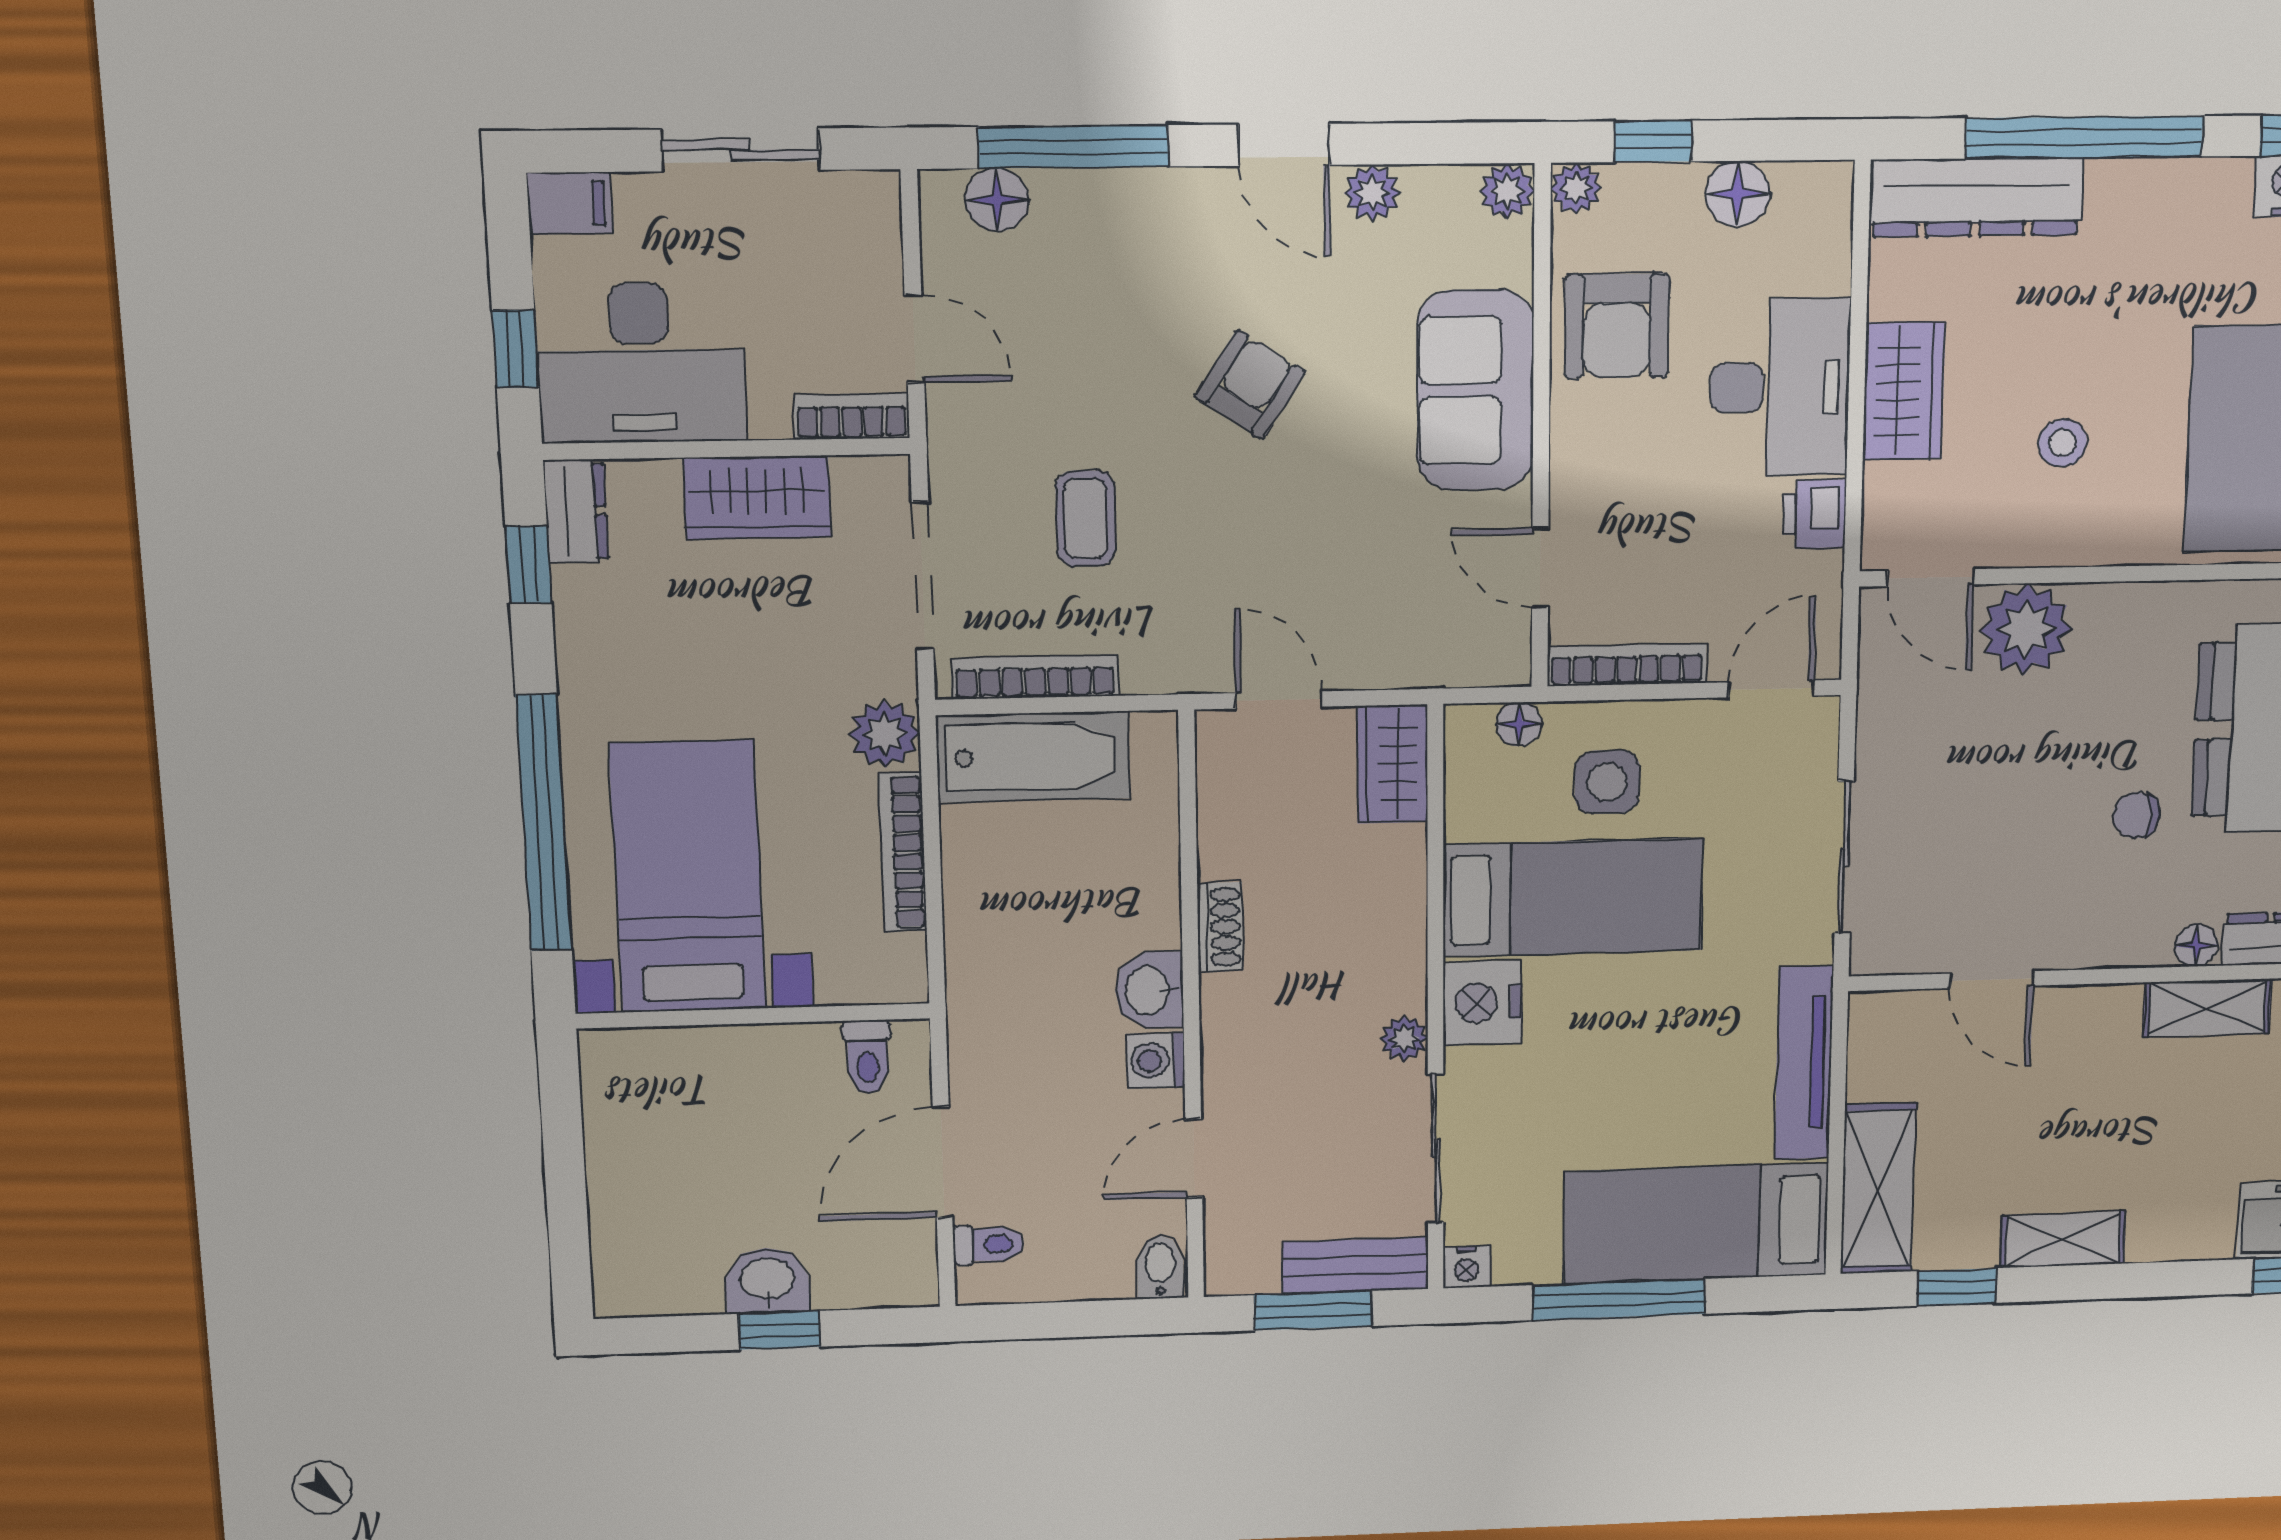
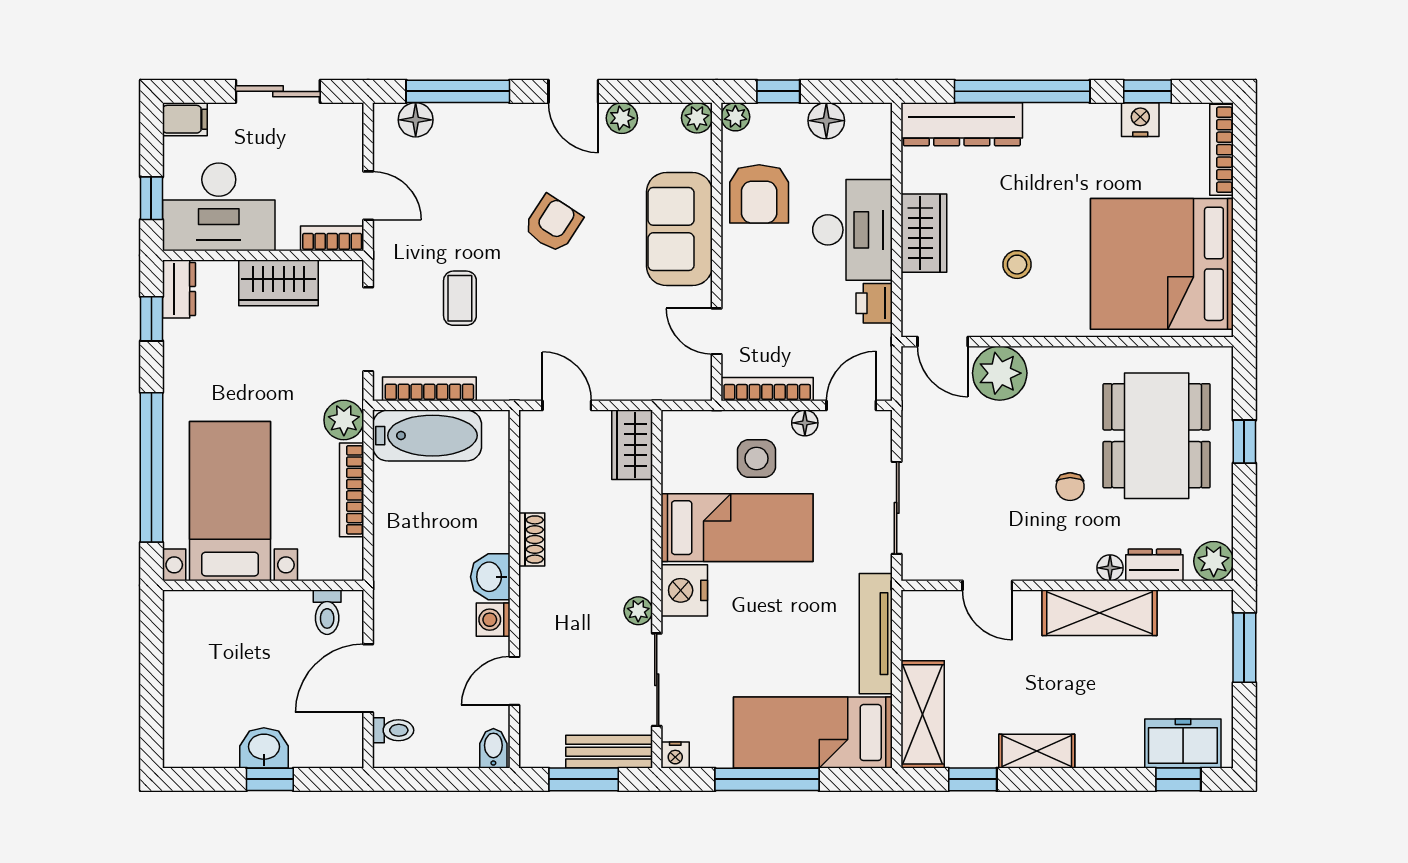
floor lamp: (1519, 724) -> (805, 423), moved
chair: (2136, 815) -> (1070, 487), turned -90
shelving: (2207, 1008) -> (1100, 613), width x1.50, depth x1.33

